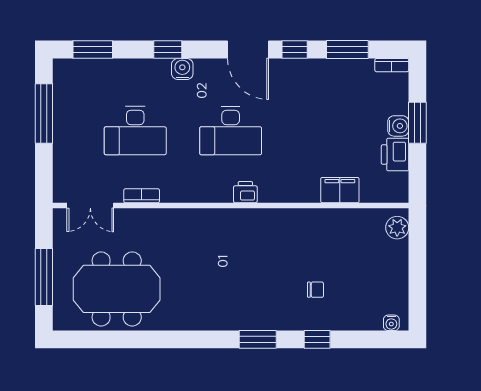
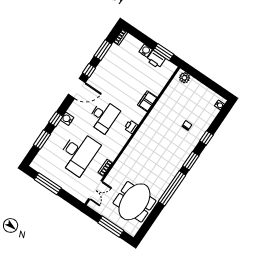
window: (93, 50) -> (42, 139), moved
window: (417, 123) -> (164, 52), moved
desk: (135, 131) -> (78, 153), width x1.36, depth x1.30
filing cabinet: (340, 190) -> (147, 101), moved
window: (186, 339) -> (172, 188), added

